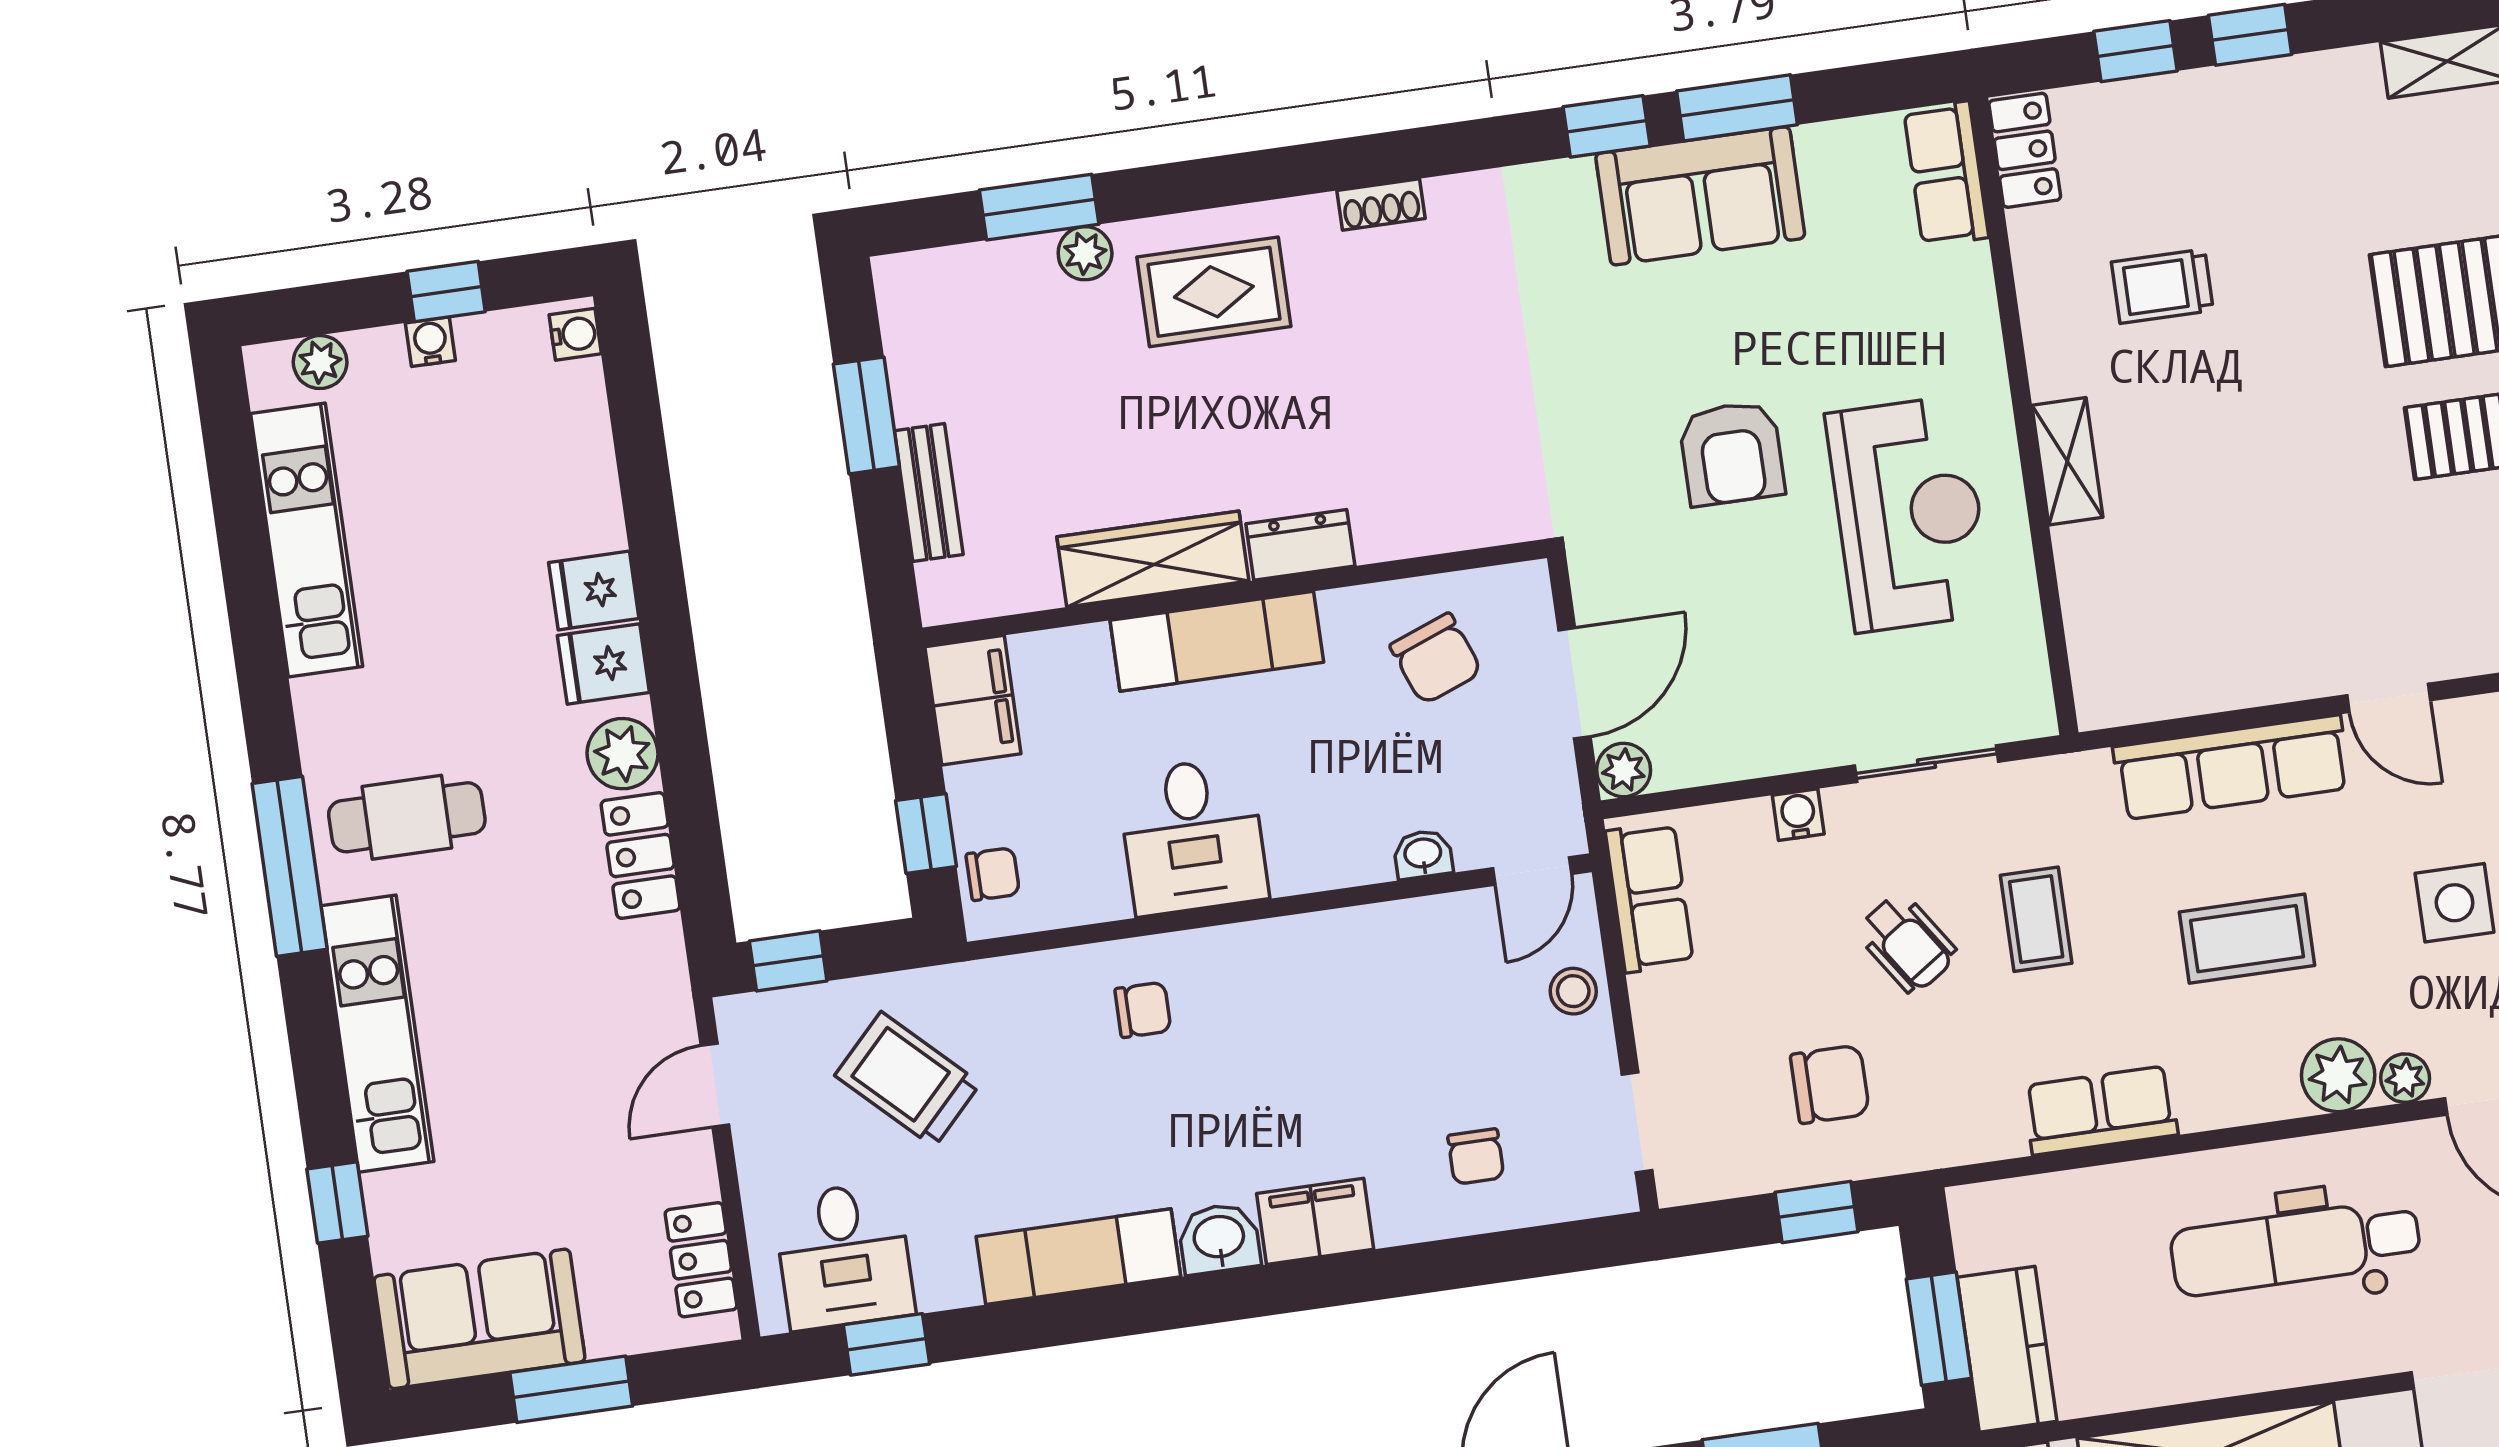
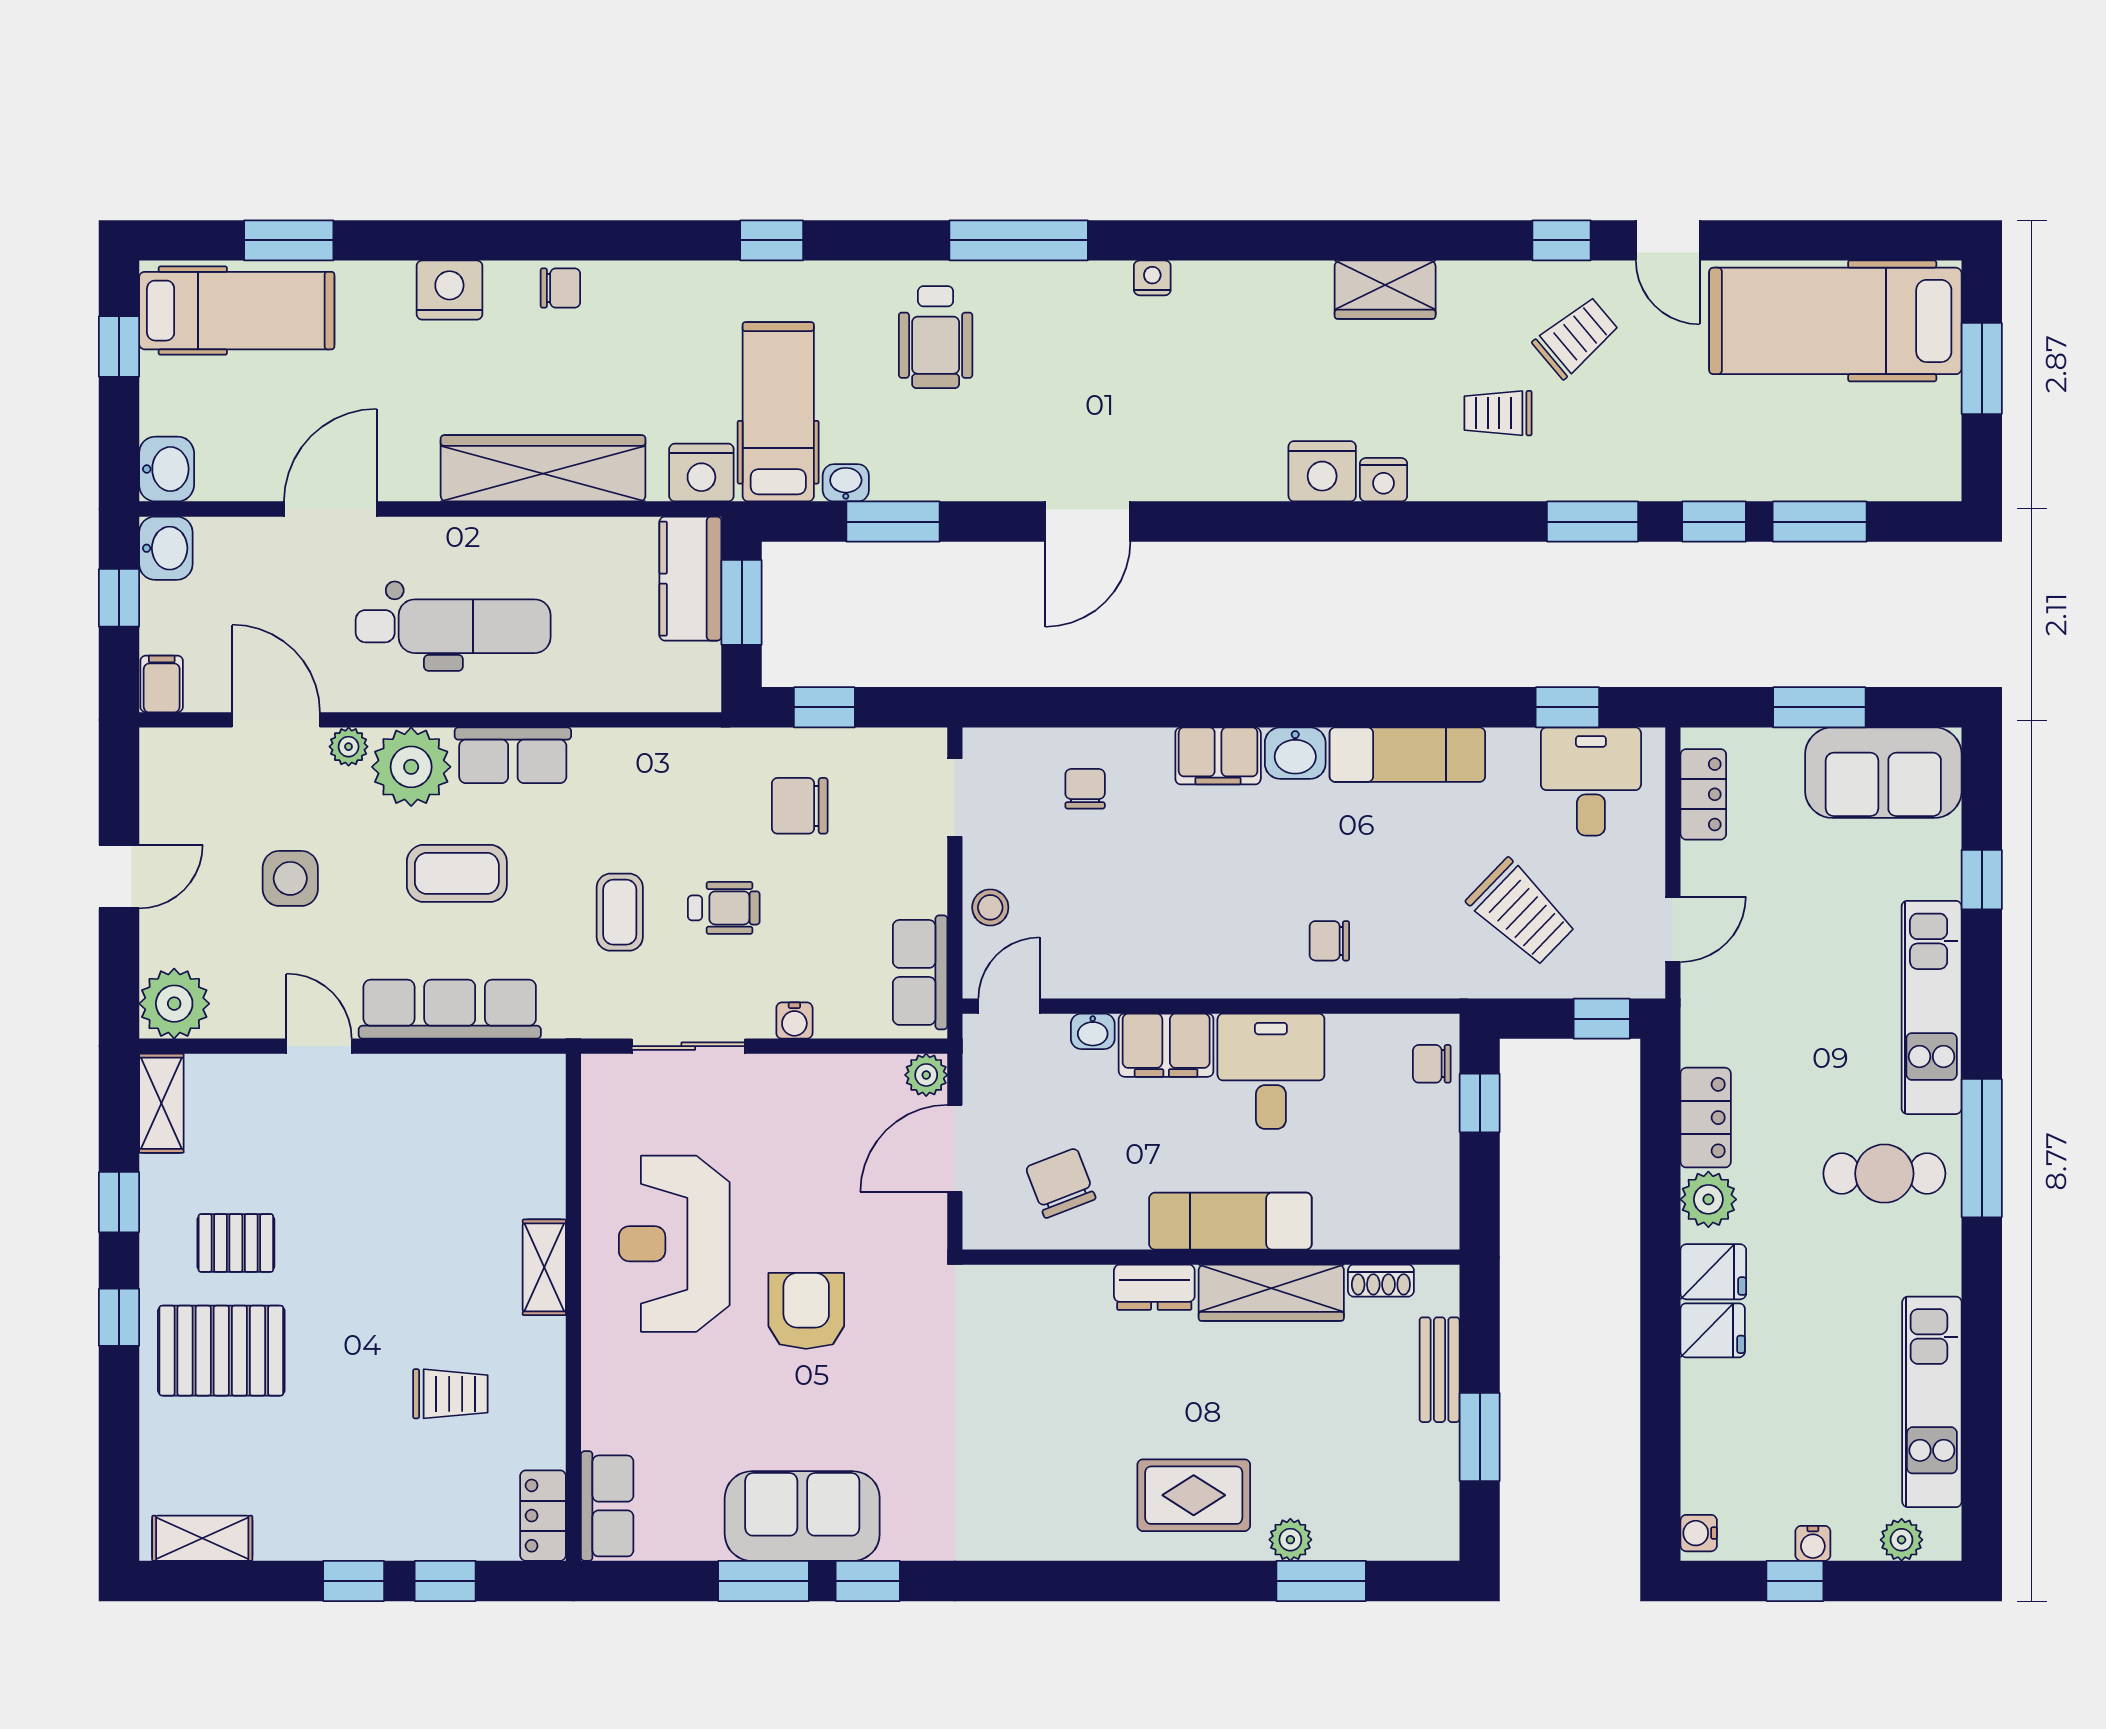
shoe rack: (1381, 205) -> (1381, 1281), moved, turned 180
filing cabinet: (973, 700) -> (1166, 1045), moved, turned -90
wheelchair: (1907, 943) -> (724, 908), turned 124
plant: (2338, 1075) -> (411, 767), width x1.36, depth x1.36
row of seats: (2101, 1110) -> (513, 755), moved

